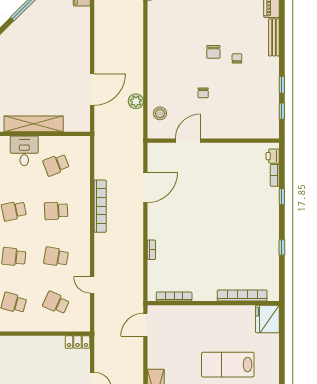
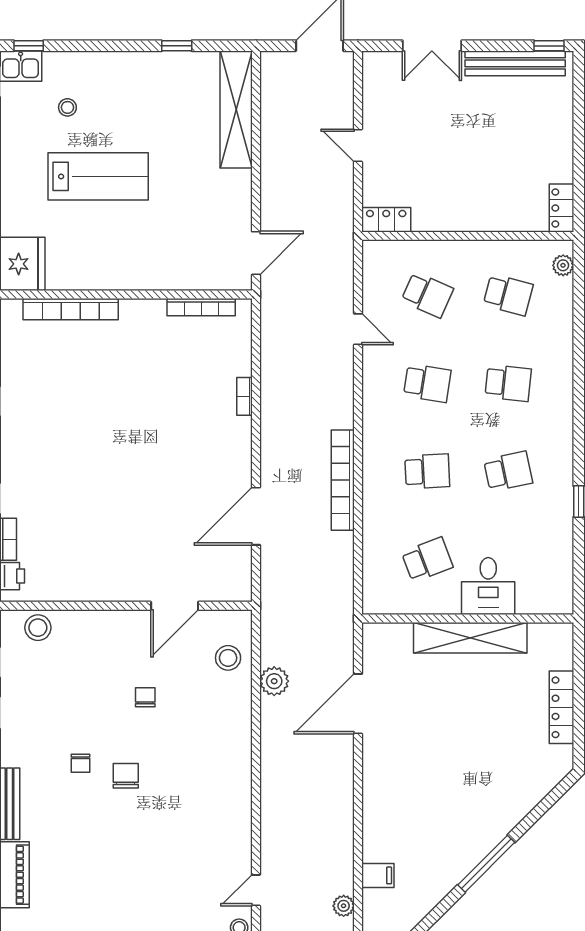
stool: (259, 129) -> (38, 628), added

